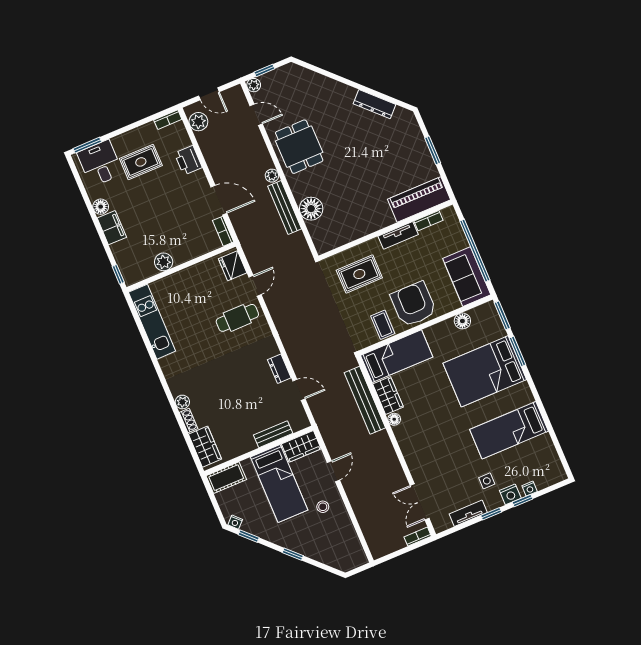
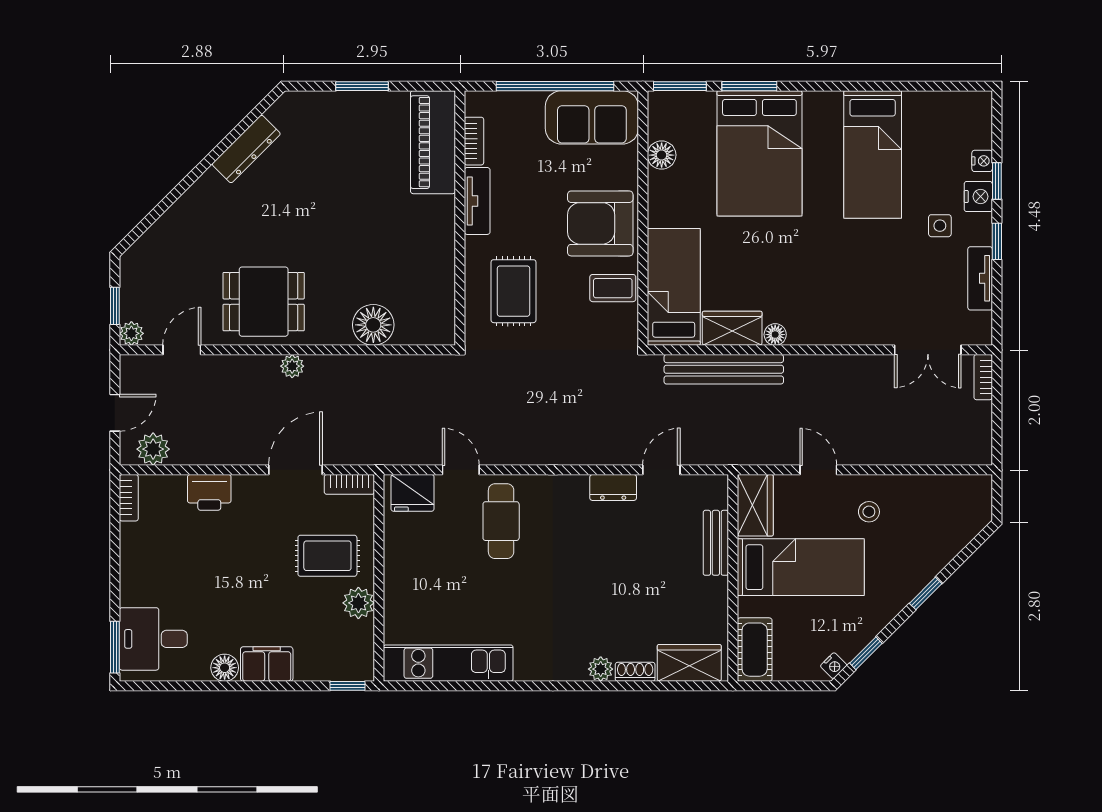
rug: (141, 162) -> (327, 556), moved, turned 90
bench: (285, 208) -> (353, 368), removed

